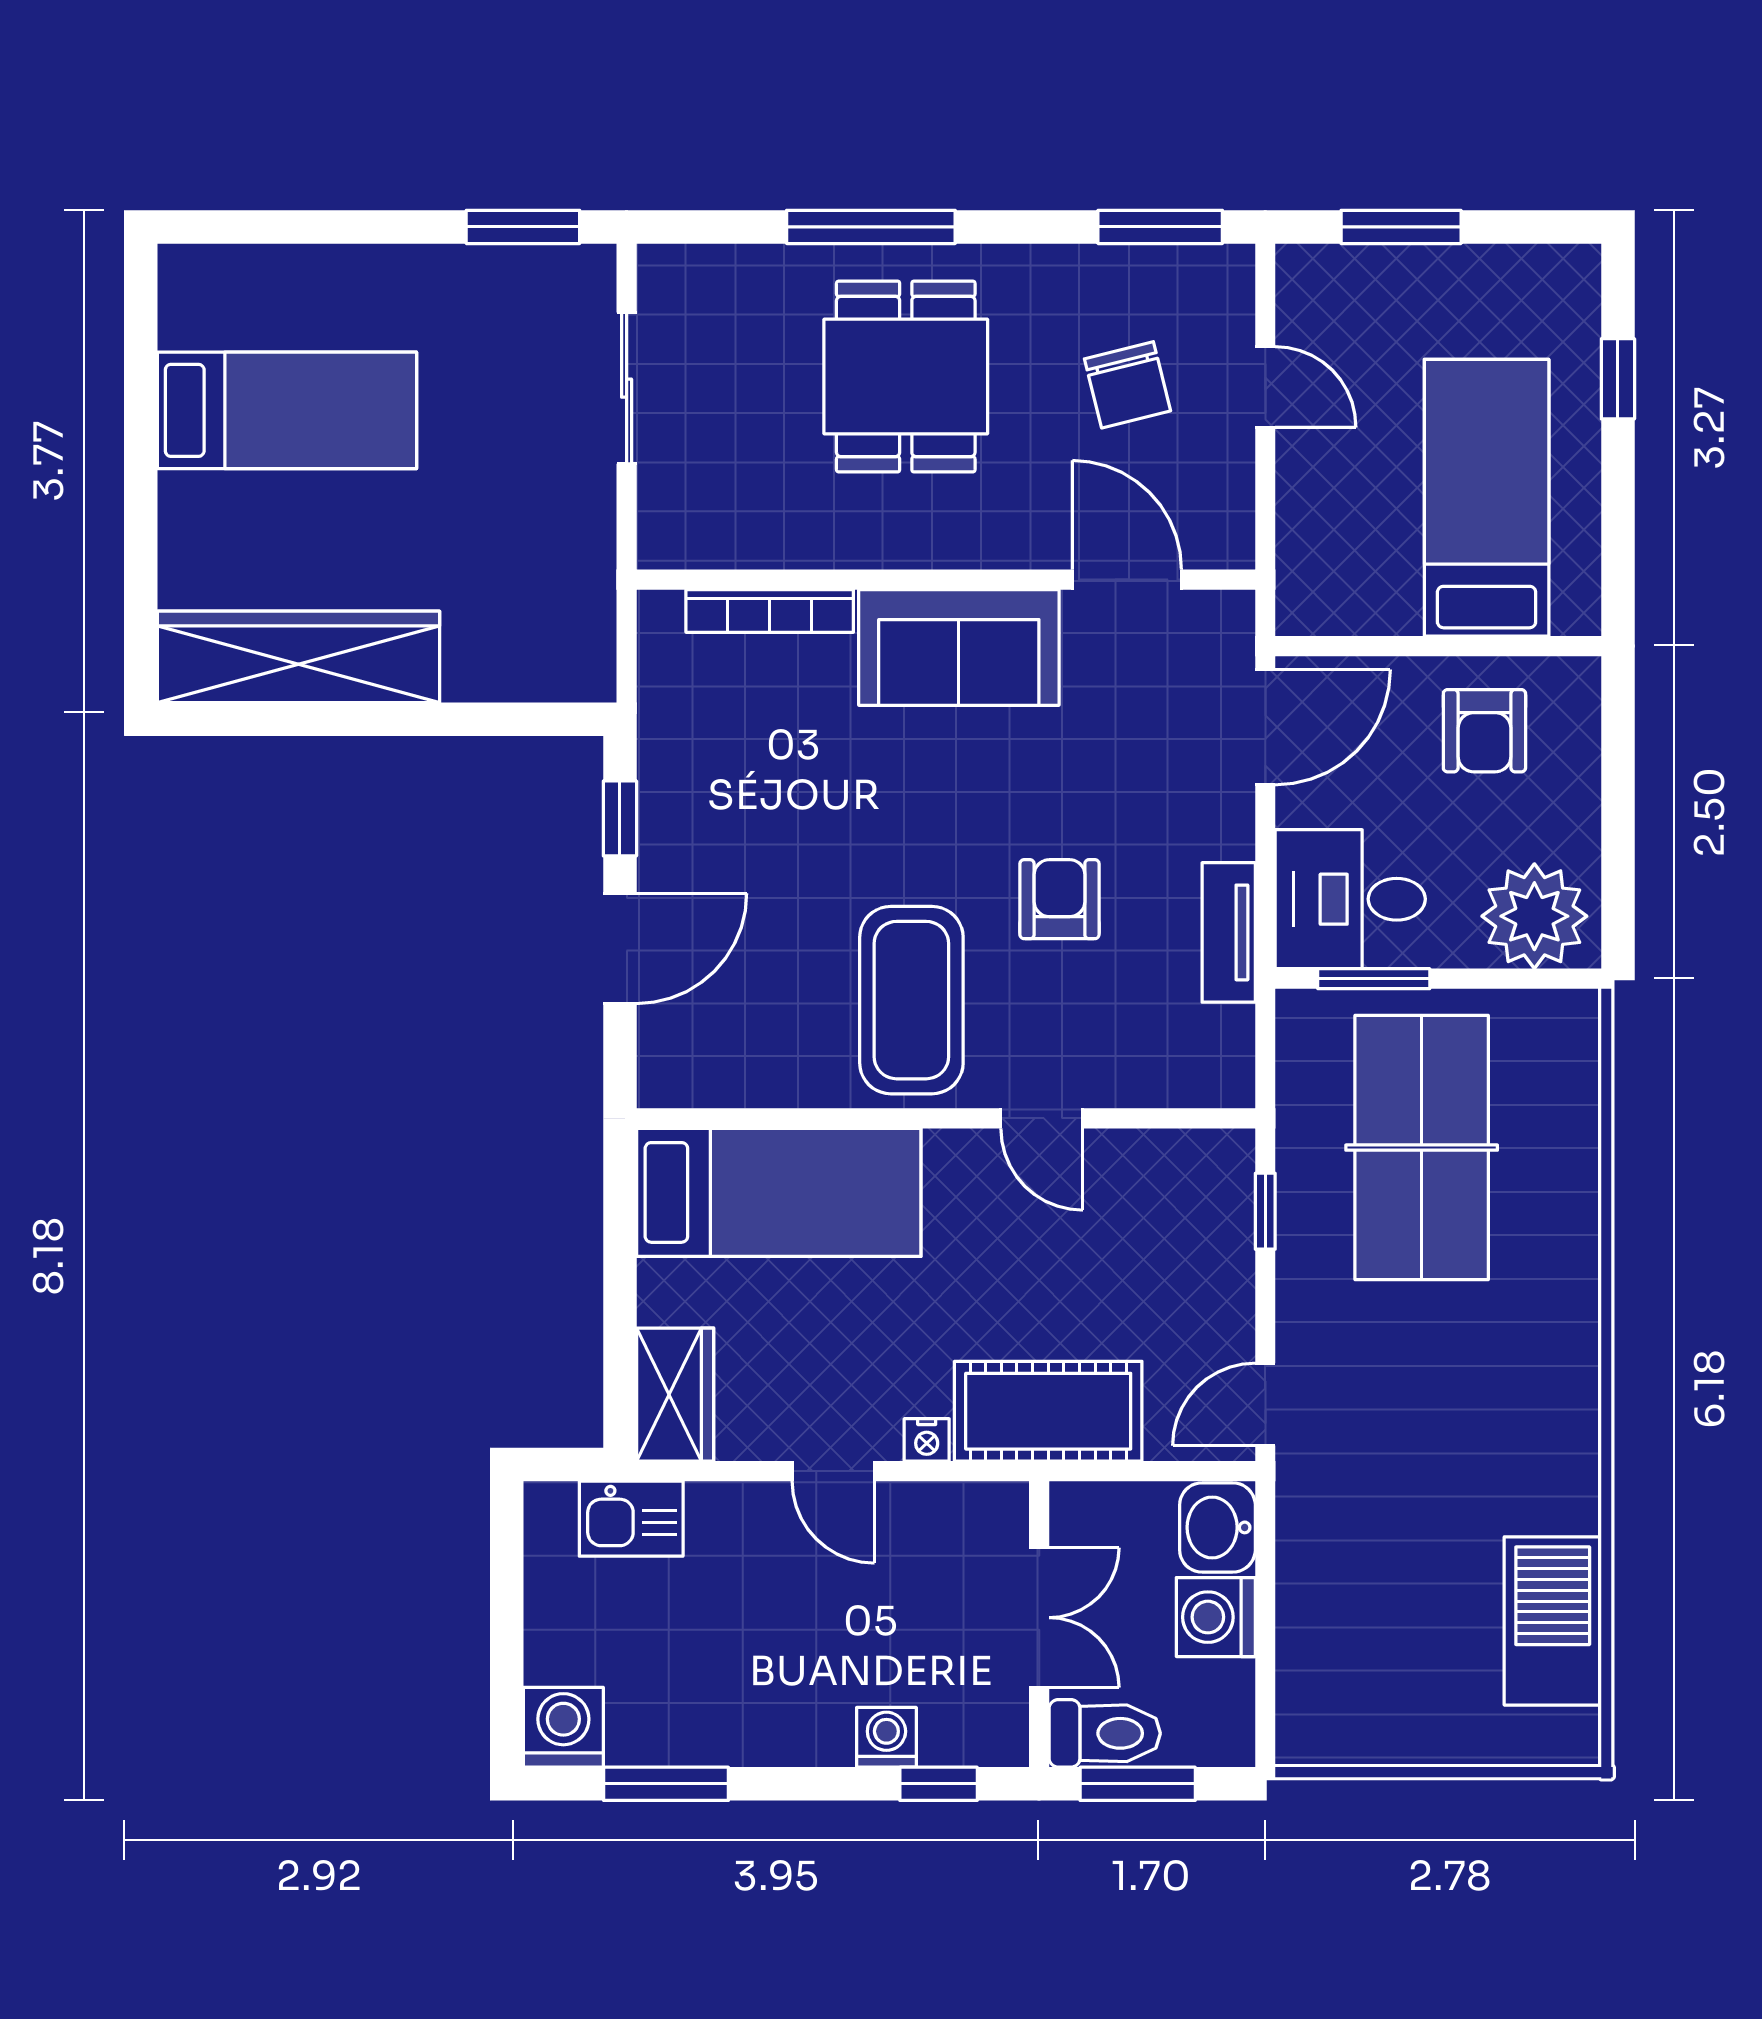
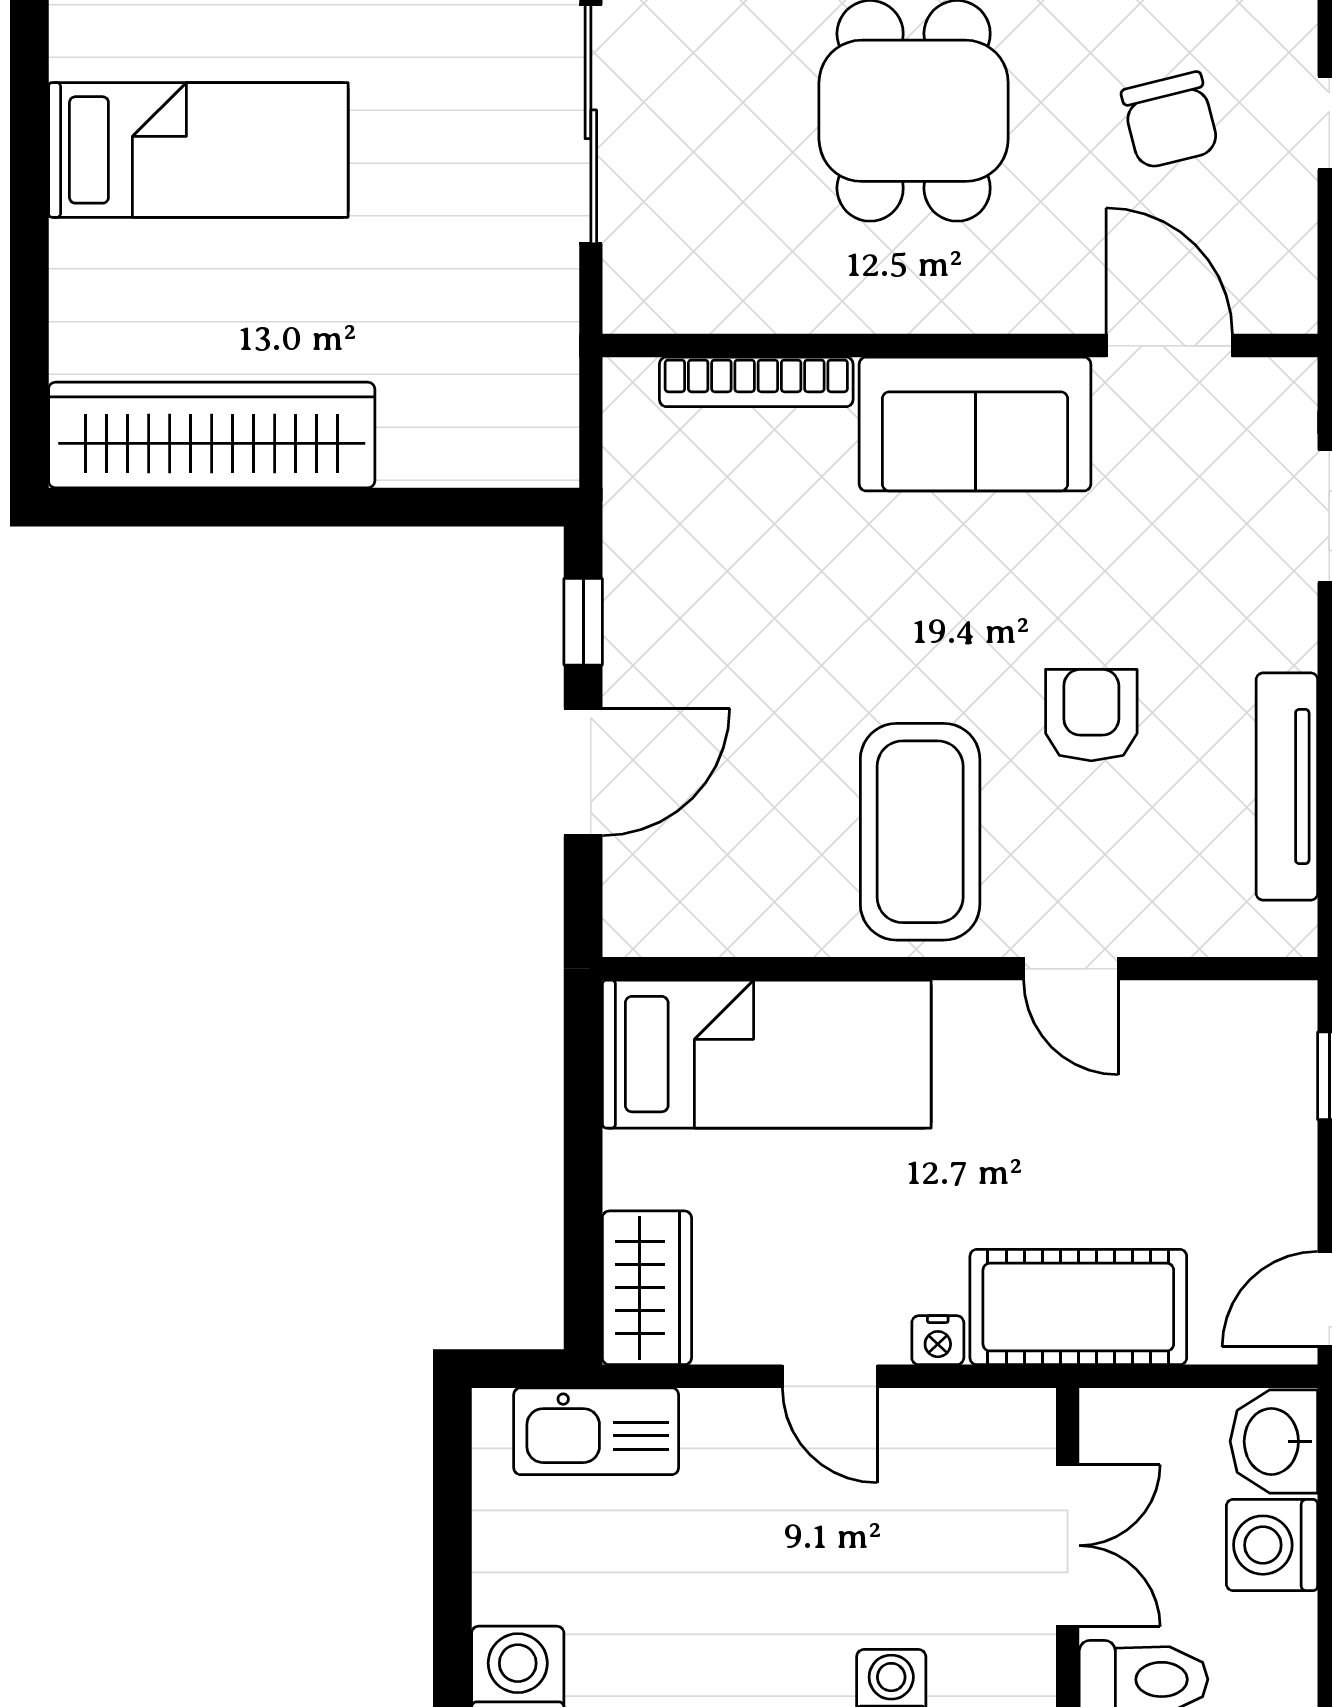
sliding door: (627, 388) -> (591, 124), width x1.37
tv unit: (1229, 932) -> (1287, 787), width x1.41
kitchen sink: (631, 1519) -> (596, 1431), width x1.38

